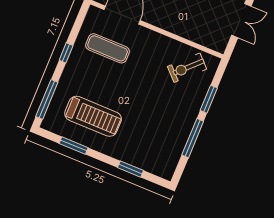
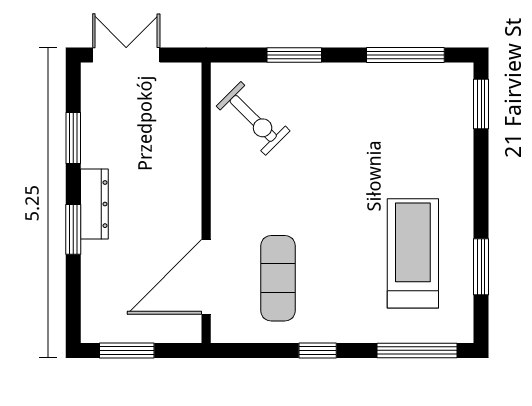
window: (193, 138) -> (405, 55), moved
window: (130, 169) -> (481, 104), moved

